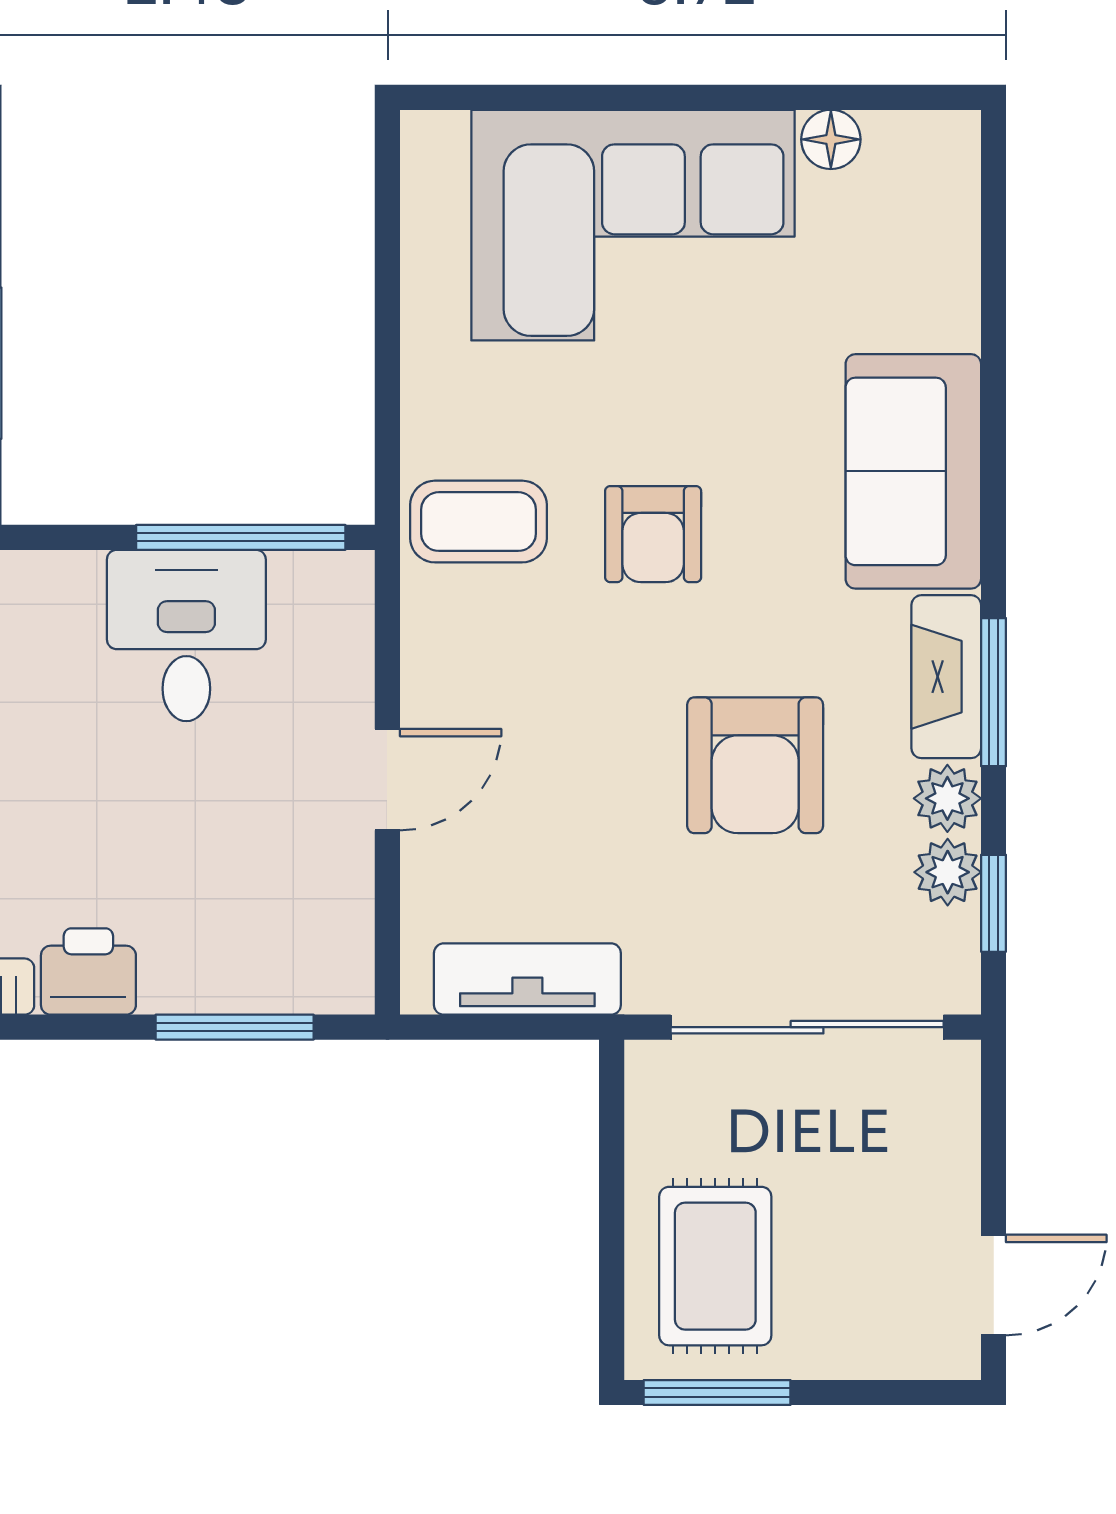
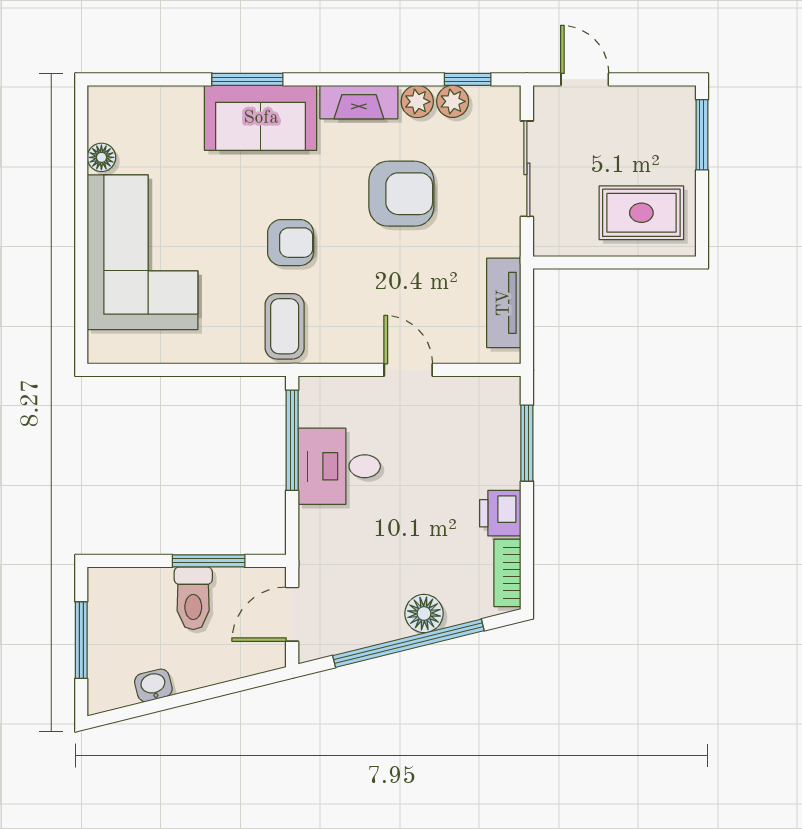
window: (994, 692) -> (247, 79), moved
sliding door: (807, 1027) -> (527, 169), width x0.73
door: (994, 1285) -> (585, 79), moved
window: (717, 1392) -> (702, 135), moved

